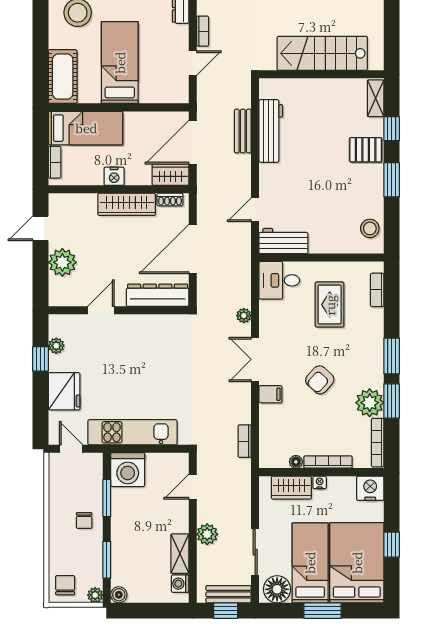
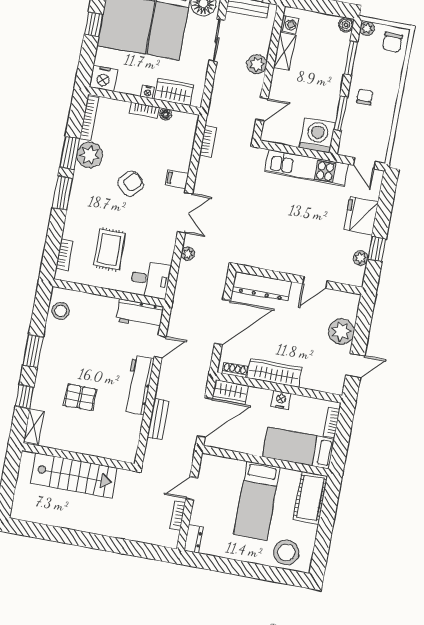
workbench: (271, 131) -> (139, 385), moved
pallet: (366, 150) -> (80, 397), moved
bookcase: (328, 462) -> (145, 110), width x0.64

